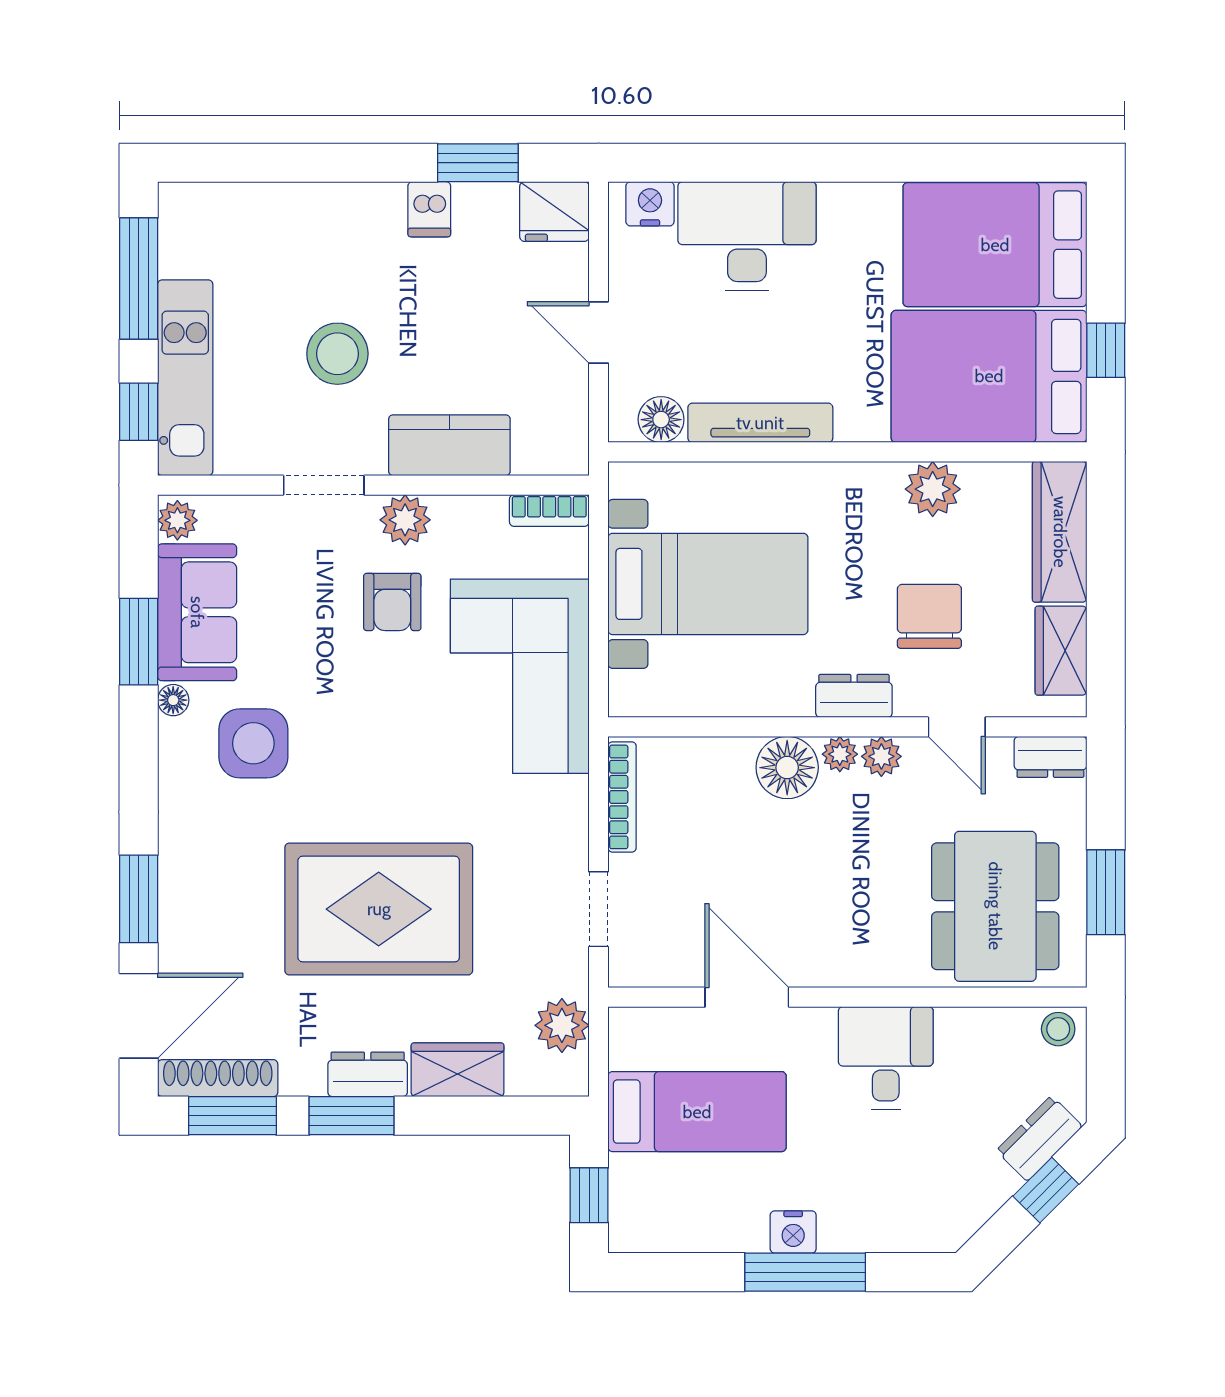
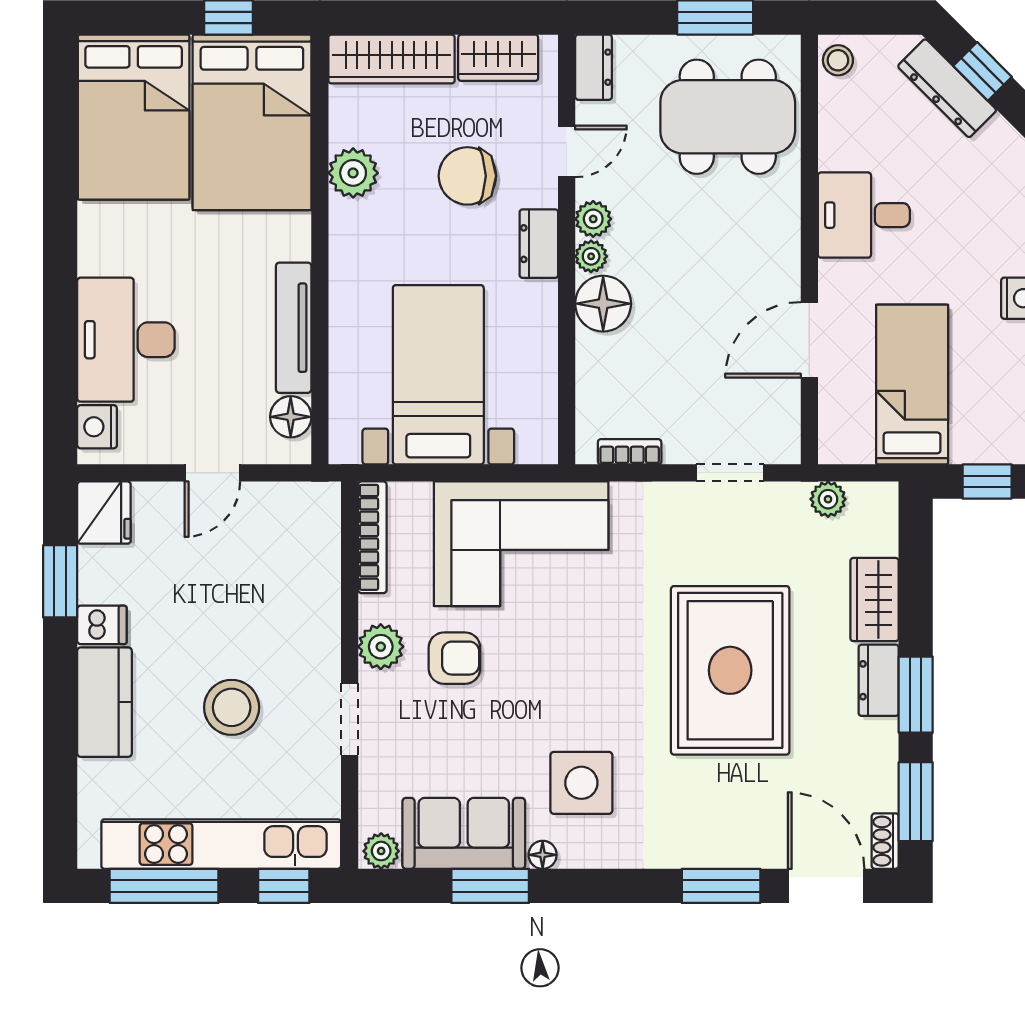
kitchen unit: (185, 378) -> (221, 844), width x1.36
kitchen counter: (449, 445) -> (104, 702), moved, turned 180
bookcase: (549, 511) -> (372, 537), width x1.56
bookcase: (622, 797) -> (630, 452), width x0.64
plant: (562, 1025) -> (828, 499), width x0.73, depth x0.73
shoe rack: (218, 1078) -> (885, 841), width x0.51, depth x0.81
dresser: (1039, 1138) -> (947, 88), width x1.44

